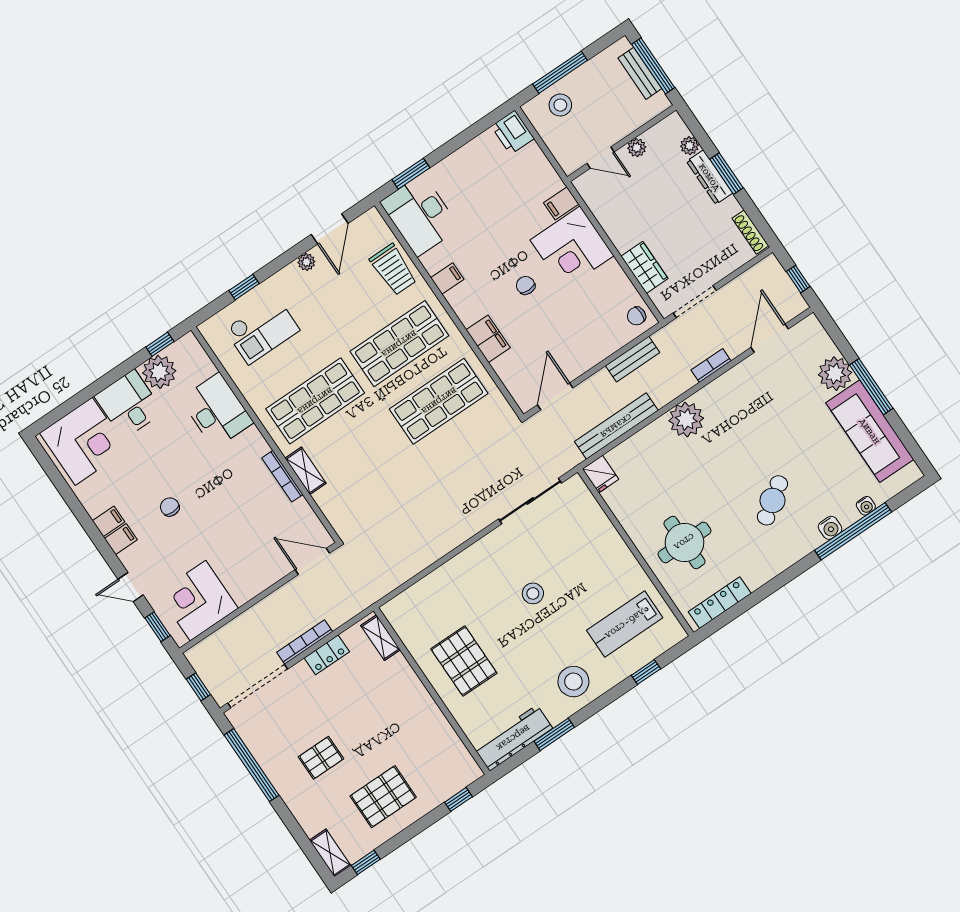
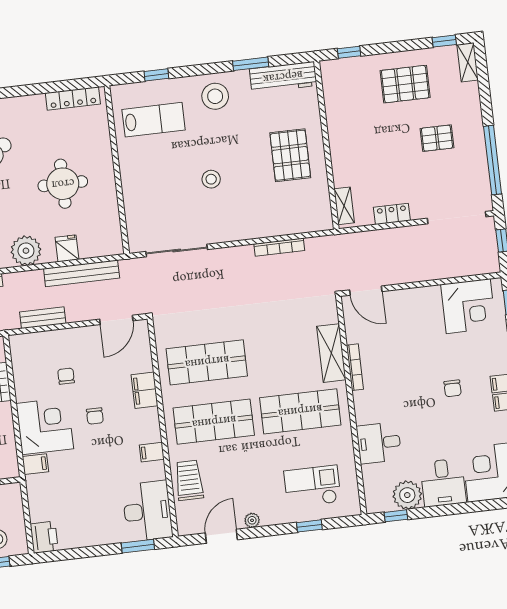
chair: (636, 316) -> (66, 376), moved, turned -90
desk: (217, 411) -> (379, 443), width x0.73
shelving: (306, 471) -> (331, 353), width x1.50, depth x1.33
fridge: (601, 474) -> (67, 248), moved
round table: (684, 542) -> (63, 184), moved
bookcase: (305, 642) -> (279, 247), moved

